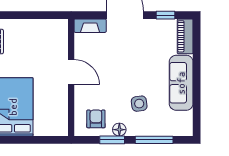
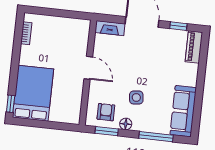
sofa: (181, 83) -> (183, 111), moved
side table: (139, 104) -> (136, 98), moved
window: (112, 140) -> (107, 131), moved

